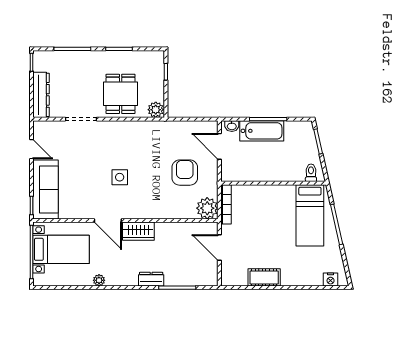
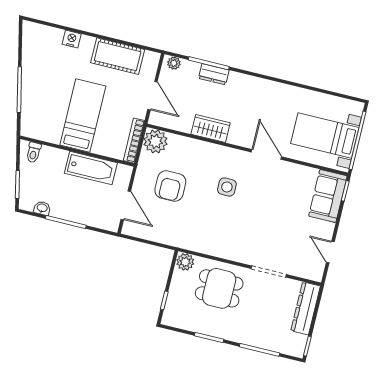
dining table: (121, 94) -> (219, 288), turned 90
washbasin: (232, 126) -> (42, 208), moved
bathtub: (262, 131) -> (91, 168), moved, turned 180
side table: (120, 177) -> (227, 187), moved
sofa: (46, 189) -> (328, 196), width x0.73
bed: (310, 215) -> (83, 116), moved
wardrobe: (138, 231) -> (211, 129), moved
cot: (264, 277) -> (118, 56), width x1.37, depth x1.34
dresser: (151, 279) -> (214, 74), moved
plant: (99, 280) -> (174, 63), moved
nightstand: (331, 280) -> (72, 39), moved

